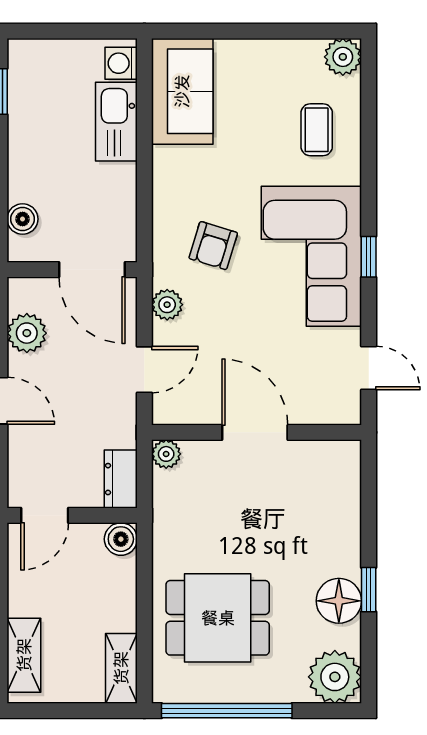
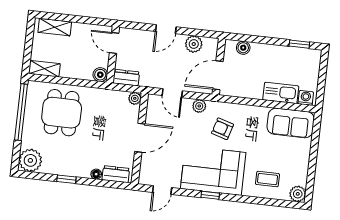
dresser: (344, 478) -> (116, 174), added
floor lamp: (339, 601) -> (96, 174), moved, width x0.53, depth x0.53

